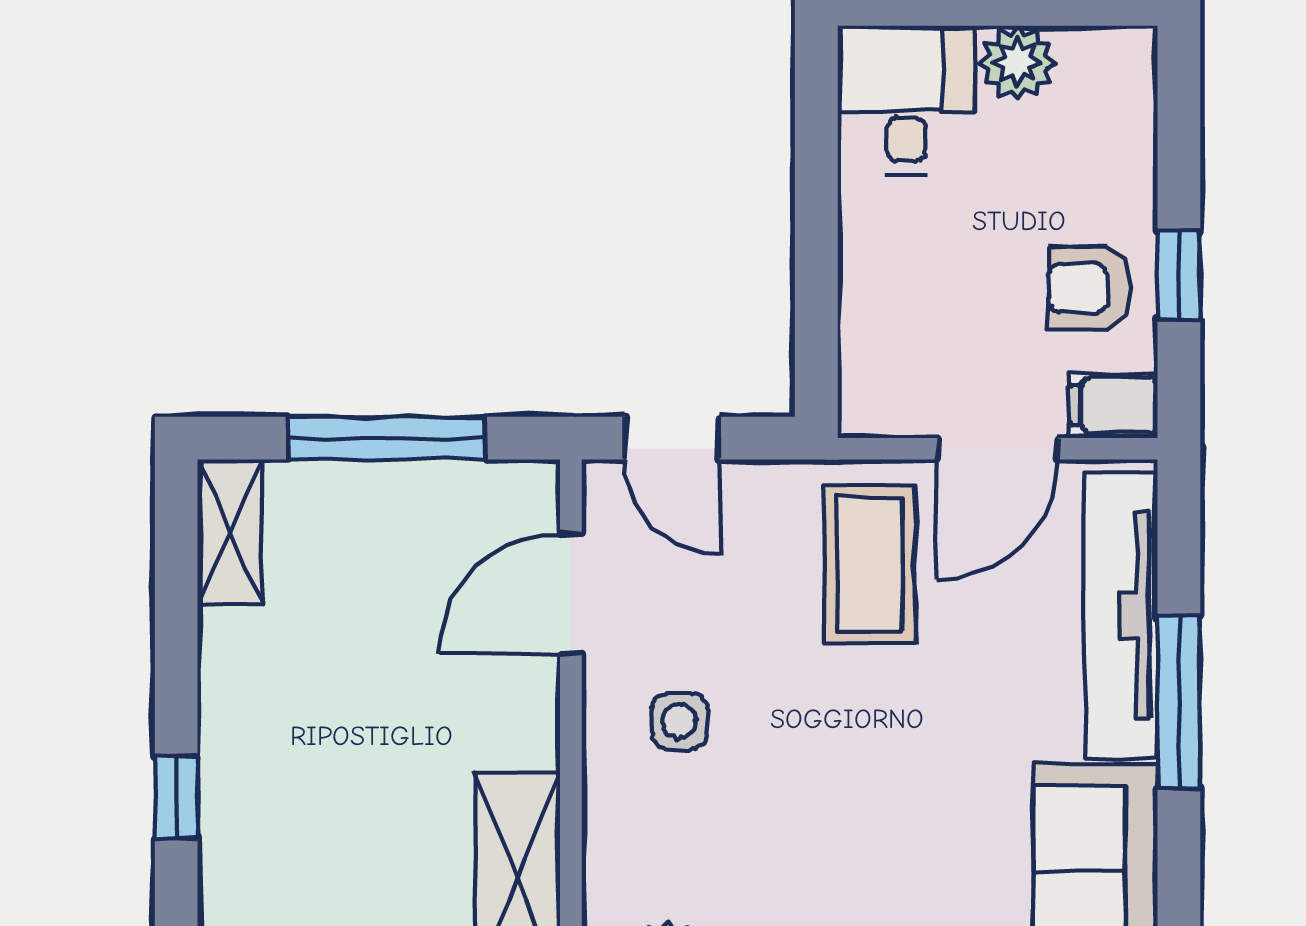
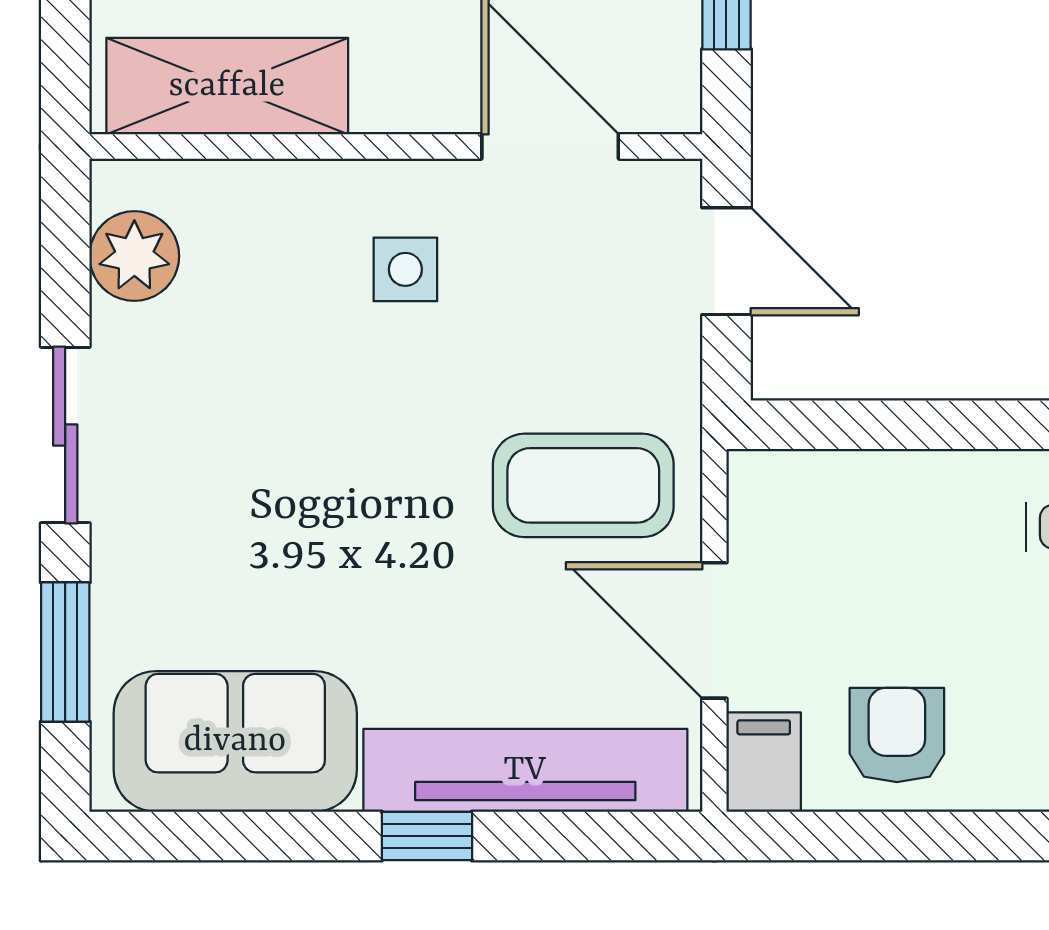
window: (1179, 275) -> (911, 836), removed
door: (672, 438) -> (726, 261), swing flipped
window: (1179, 702) -> (427, 836), width x0.46

